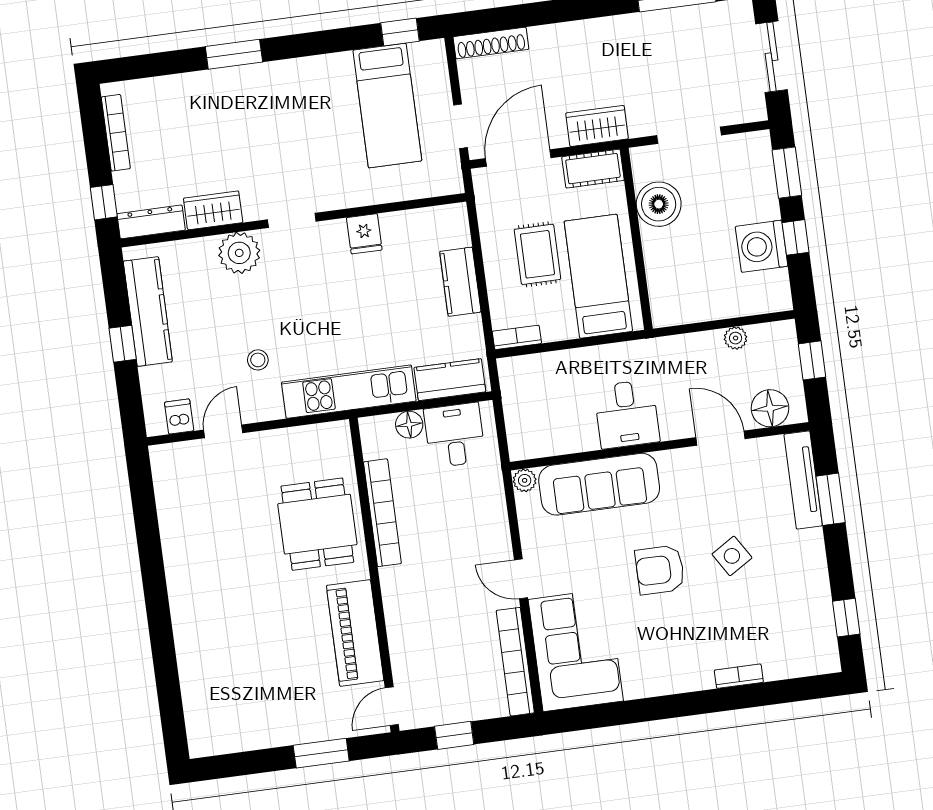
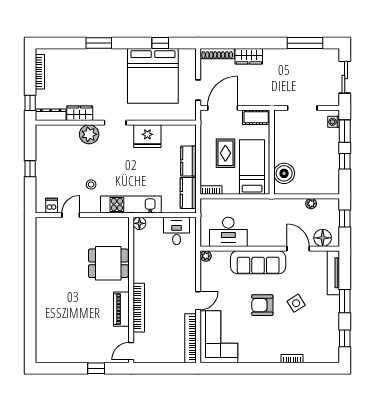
window: (400, 32) -> (160, 43), moved
bed: (387, 106) -> (153, 76), width x2.04
wardrobe: (597, 126) -> (249, 56), moved, turned 180
boiler: (659, 204) -> (284, 173), moved
fridge: (364, 234) -> (147, 136), width x1.88, depth x1.34
washing machine: (762, 246) -> (334, 122), moved, width x0.53, depth x0.53
kitchen counter: (148, 311) -> (44, 156), removed
kitchen counter: (450, 380) -> (188, 193), moved, turned -90
desk: (627, 414) -> (228, 232), moved, width x1.37
floor lamp: (409, 425) -> (139, 223), moved
sofa: (599, 484) -> (258, 262), moved
window: (831, 499) -> (345, 301), moved
bookcase: (382, 513) -> (139, 308), moved
dining table: (317, 524) -> (108, 263), turned 90
door: (521, 579) -> (198, 301), swing flipped
piano: (355, 633) -> (121, 309), width x0.73, depth x0.75
window: (454, 735) -> (158, 368), removed
window: (321, 753) -> (96, 368), width x0.67

